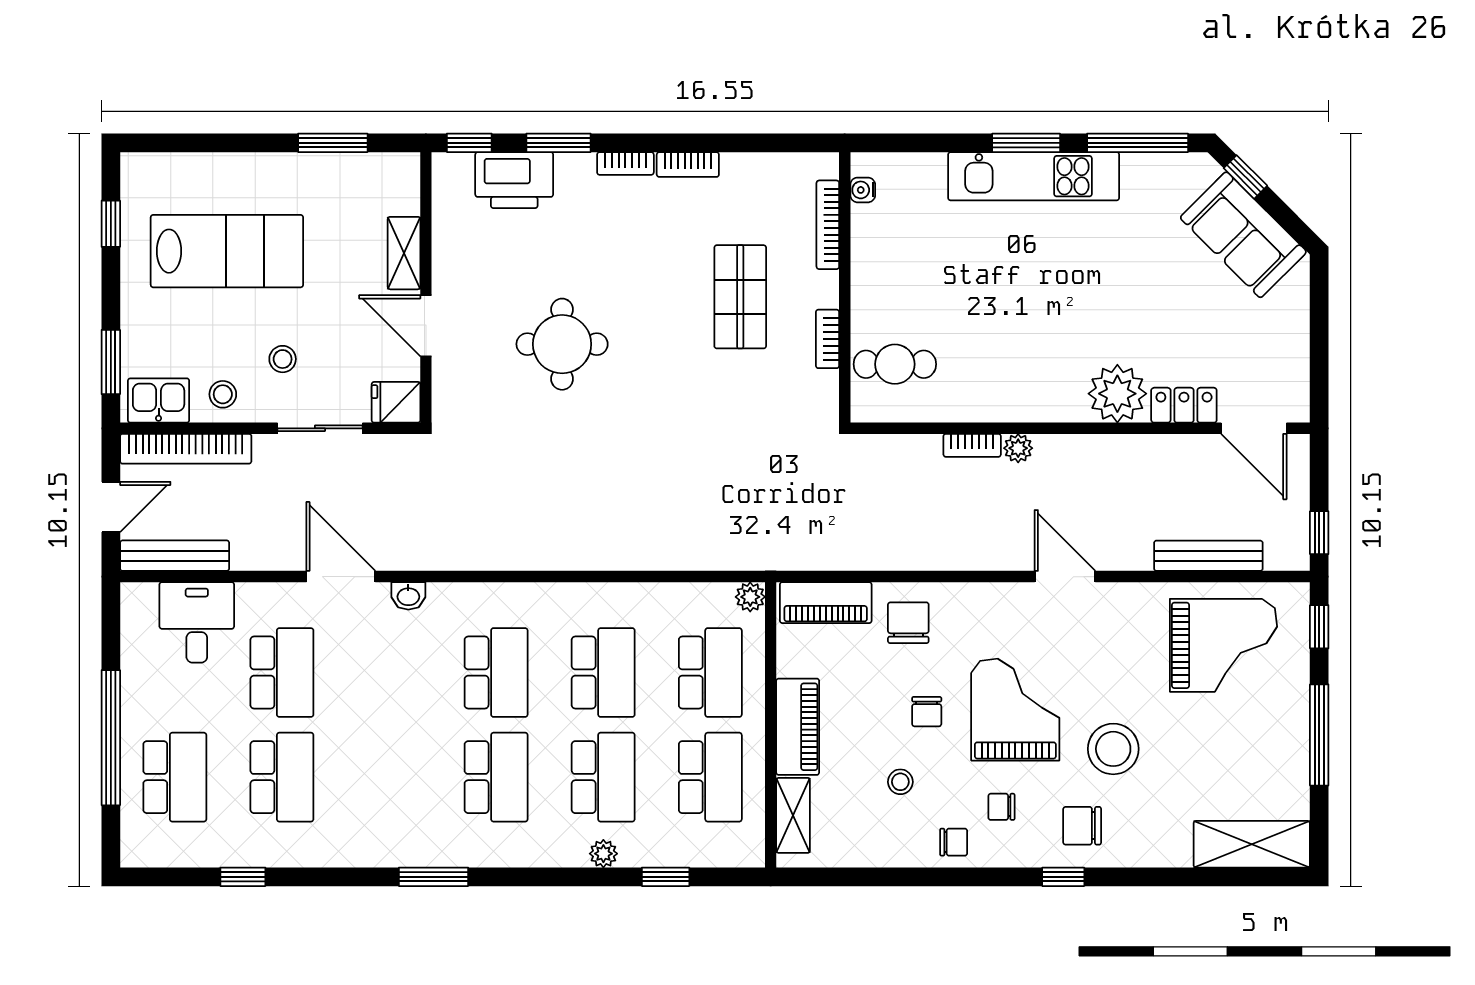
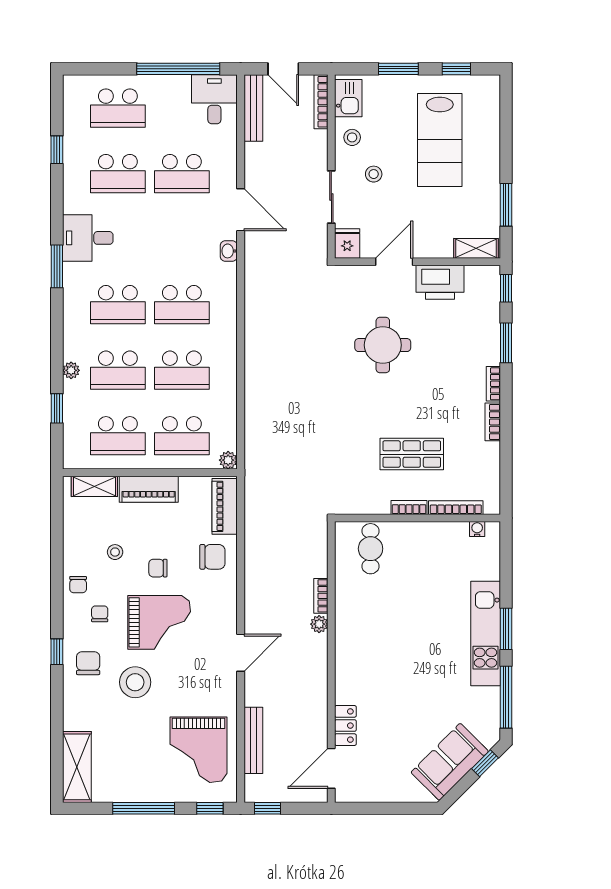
printer: (514, 180) -> (440, 282), moved, turned -90
shelving: (404, 253) -> (476, 248), moved
bookcase: (827, 339) -> (409, 507), moved
window: (111, 362) -> (398, 69), moved
plant: (1117, 394) -> (352, 685), removed
bookcase: (186, 449) -> (321, 102), width x0.68, depth x0.76
door: (341, 577) -> (241, 210), hinge flipped
desk: (197, 622) -> (214, 99), moved, turned -90
window: (111, 738) -> (178, 69), moved
desk: (387, 826) -> (88, 238), added

